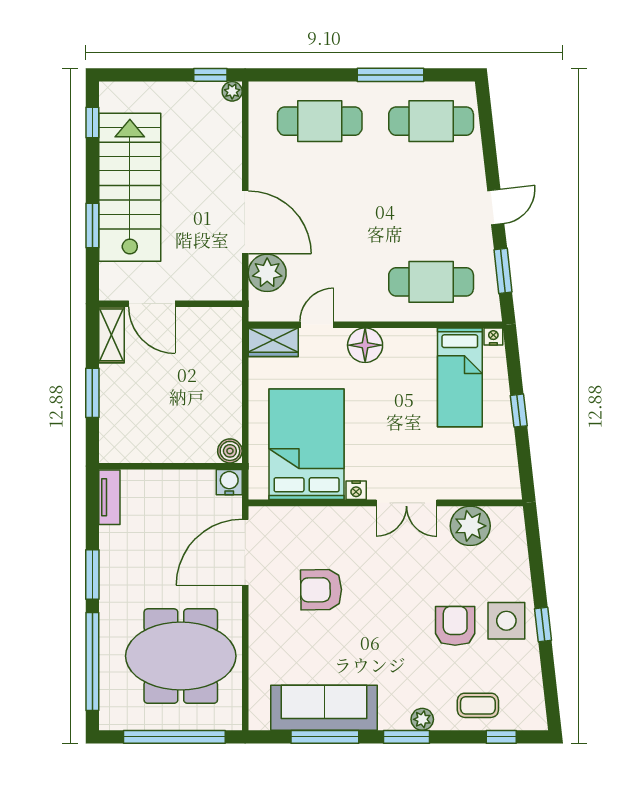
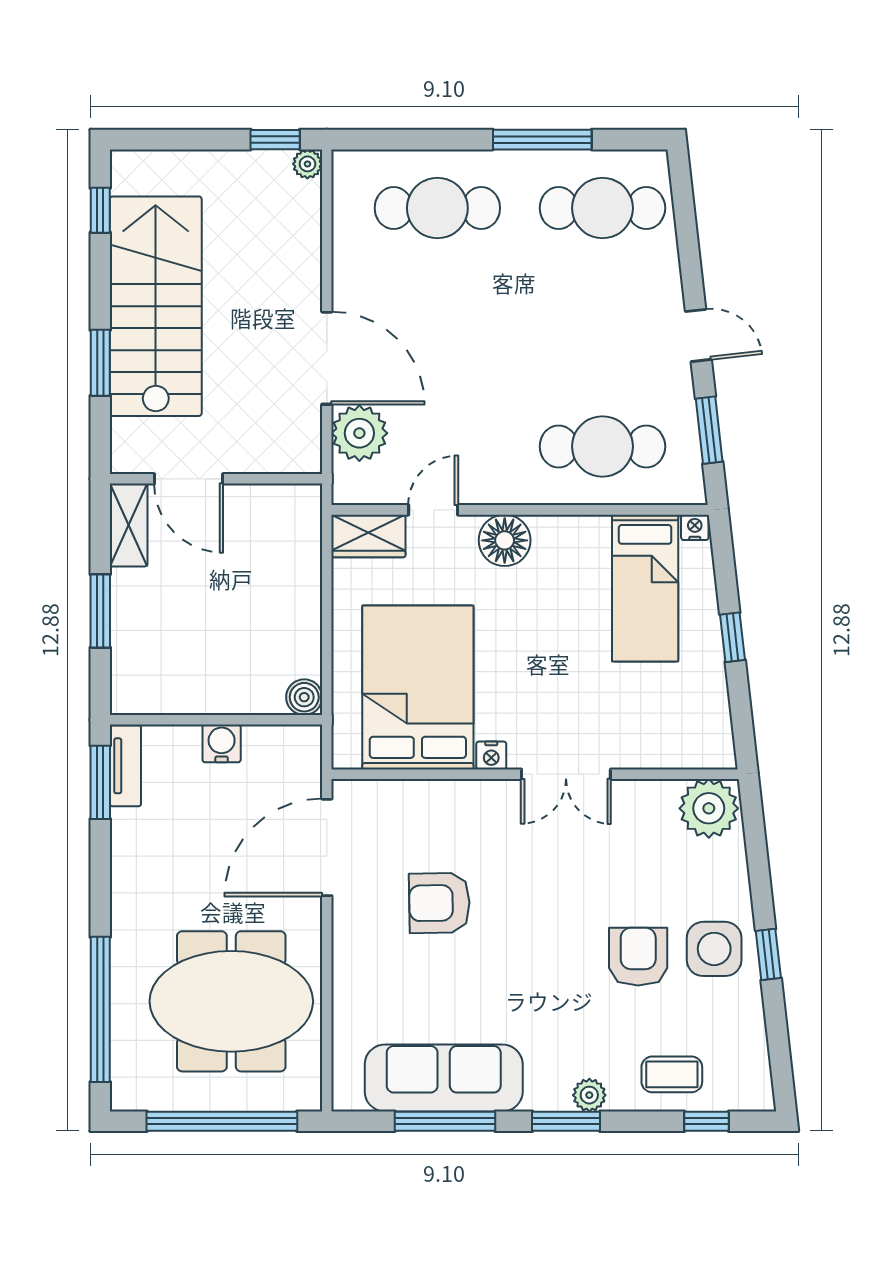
door: (496, 207) -> (698, 335), hinge flipped
water cooler: (229, 482) -> (222, 743), moved
plant: (470, 526) -> (709, 808), moved
window: (92, 574) -> (100, 782), moved

